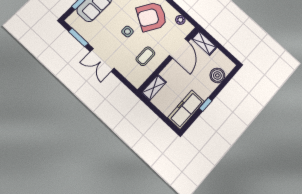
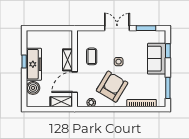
door: (179, 48) -> (75, 82), hinge flipped
shelving: (154, 88) -> (67, 60), moved
freezer: (186, 110) -> (34, 64), moved

